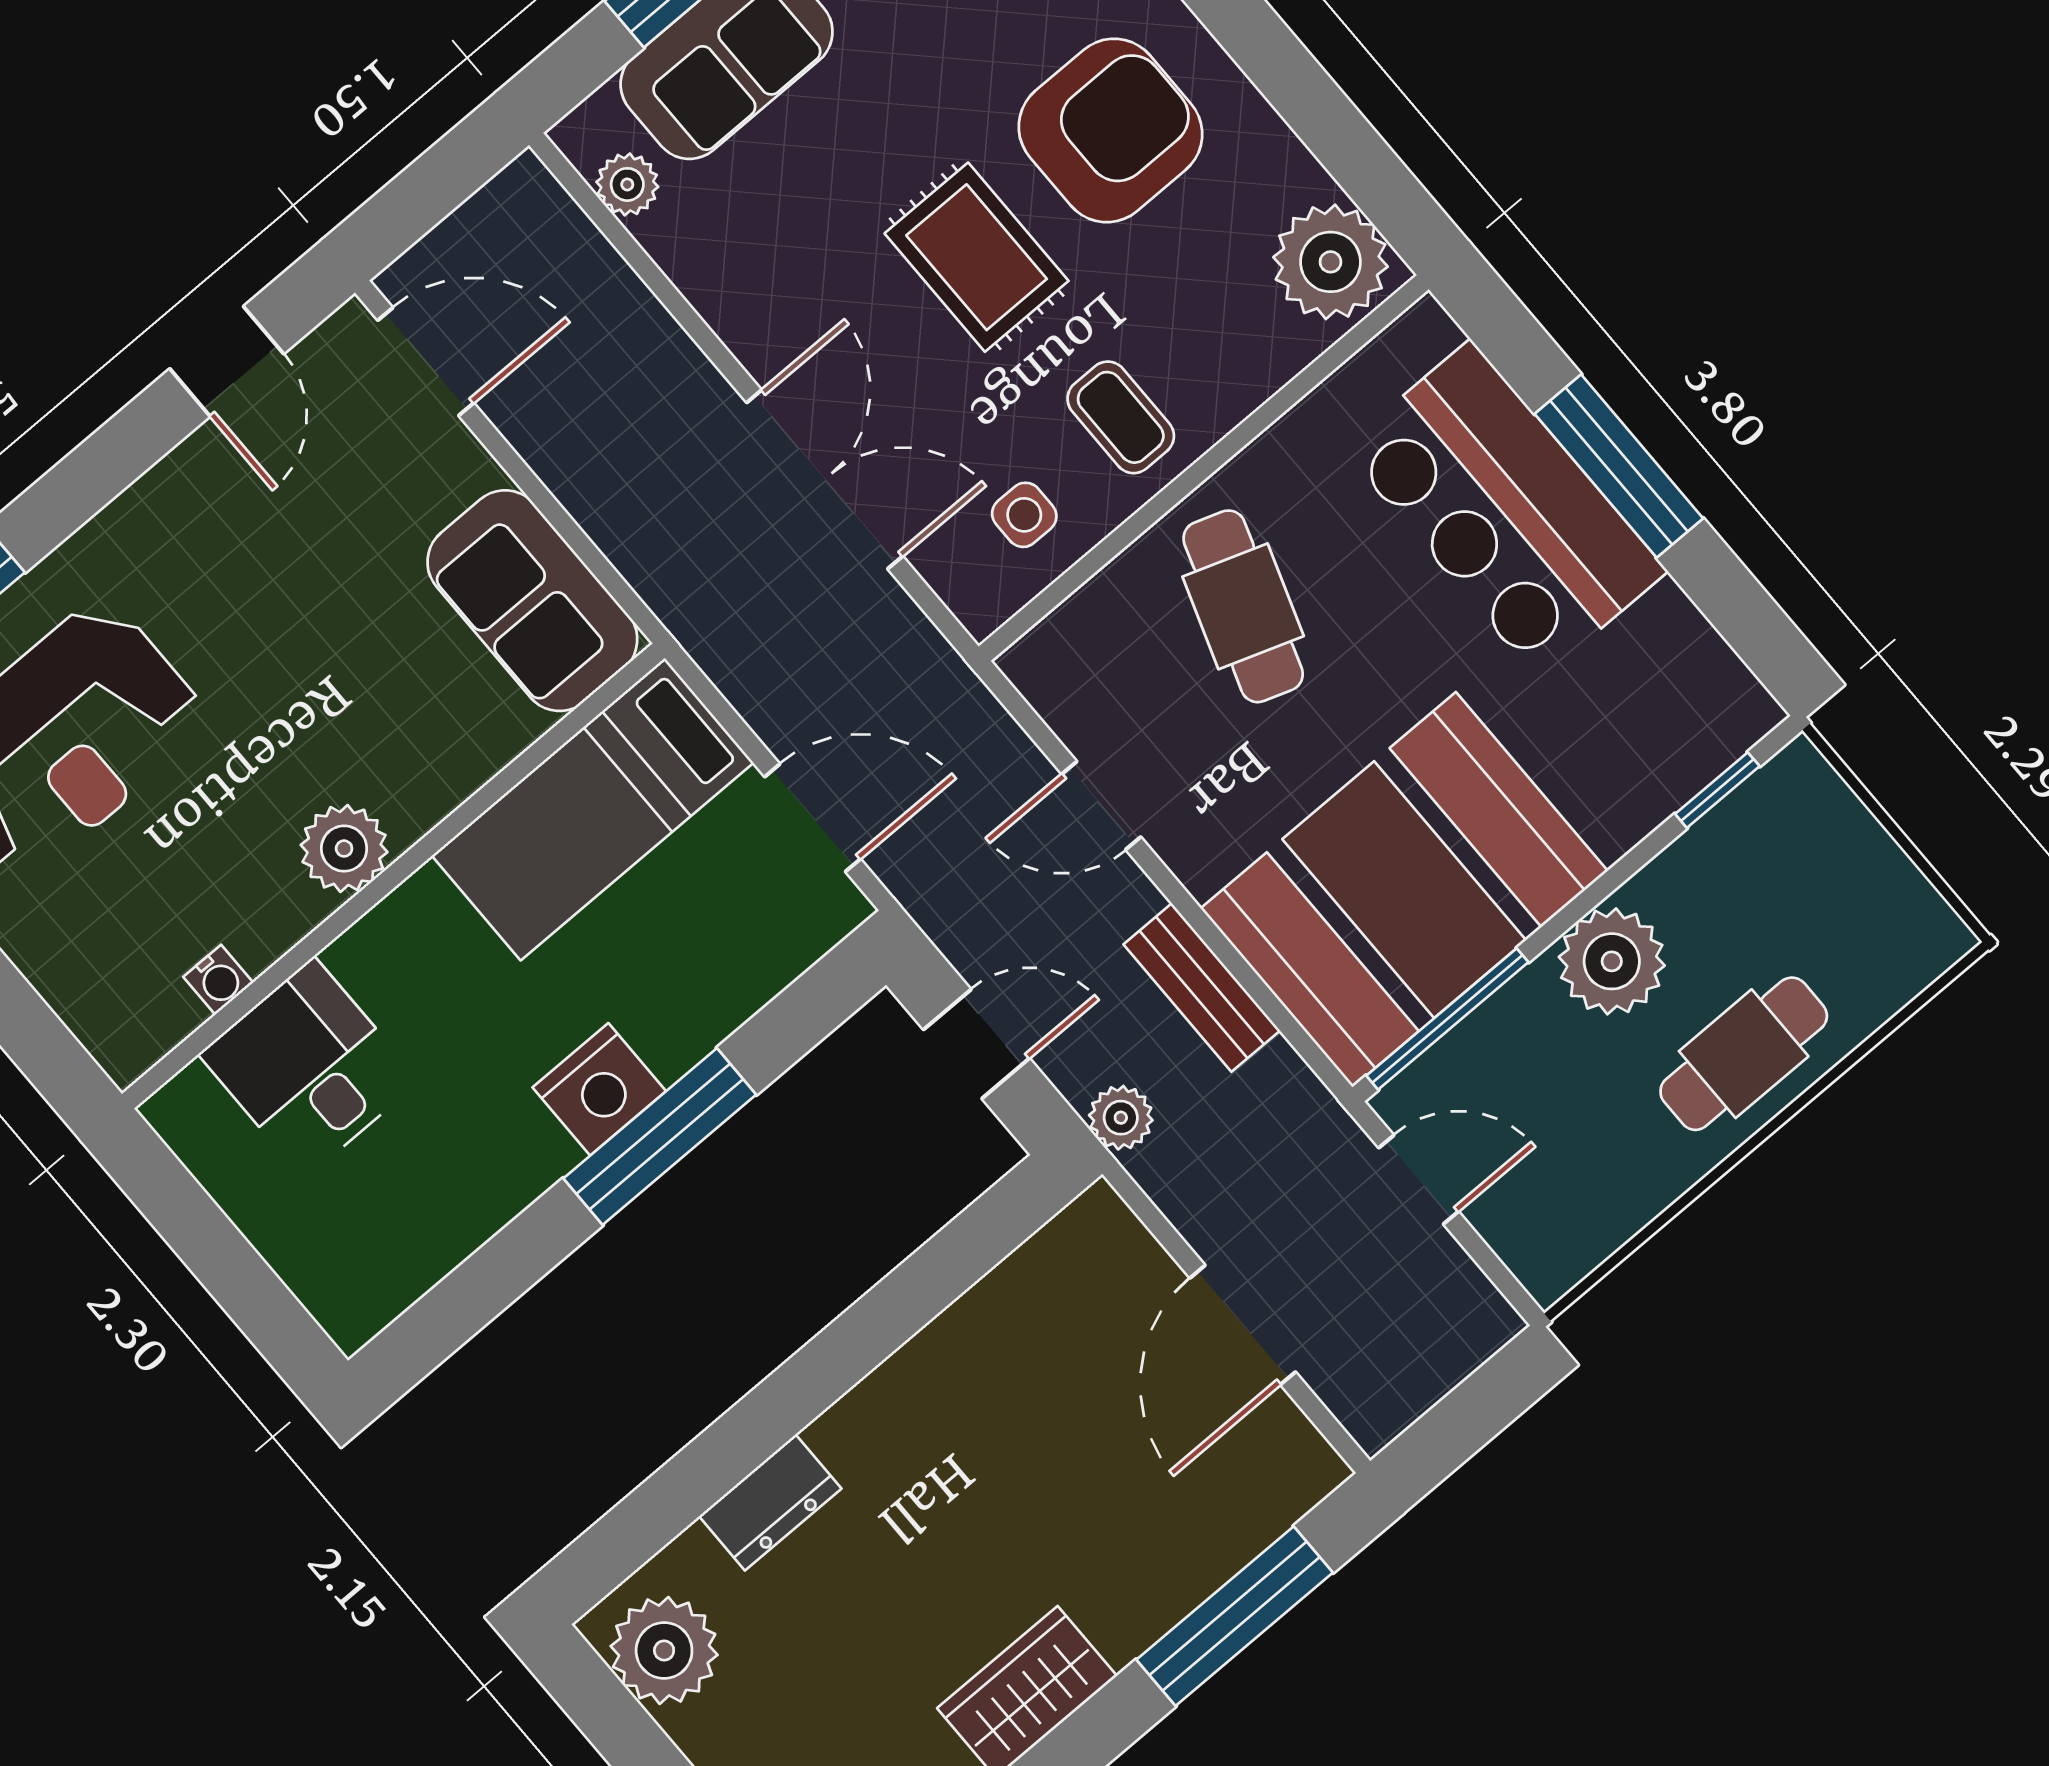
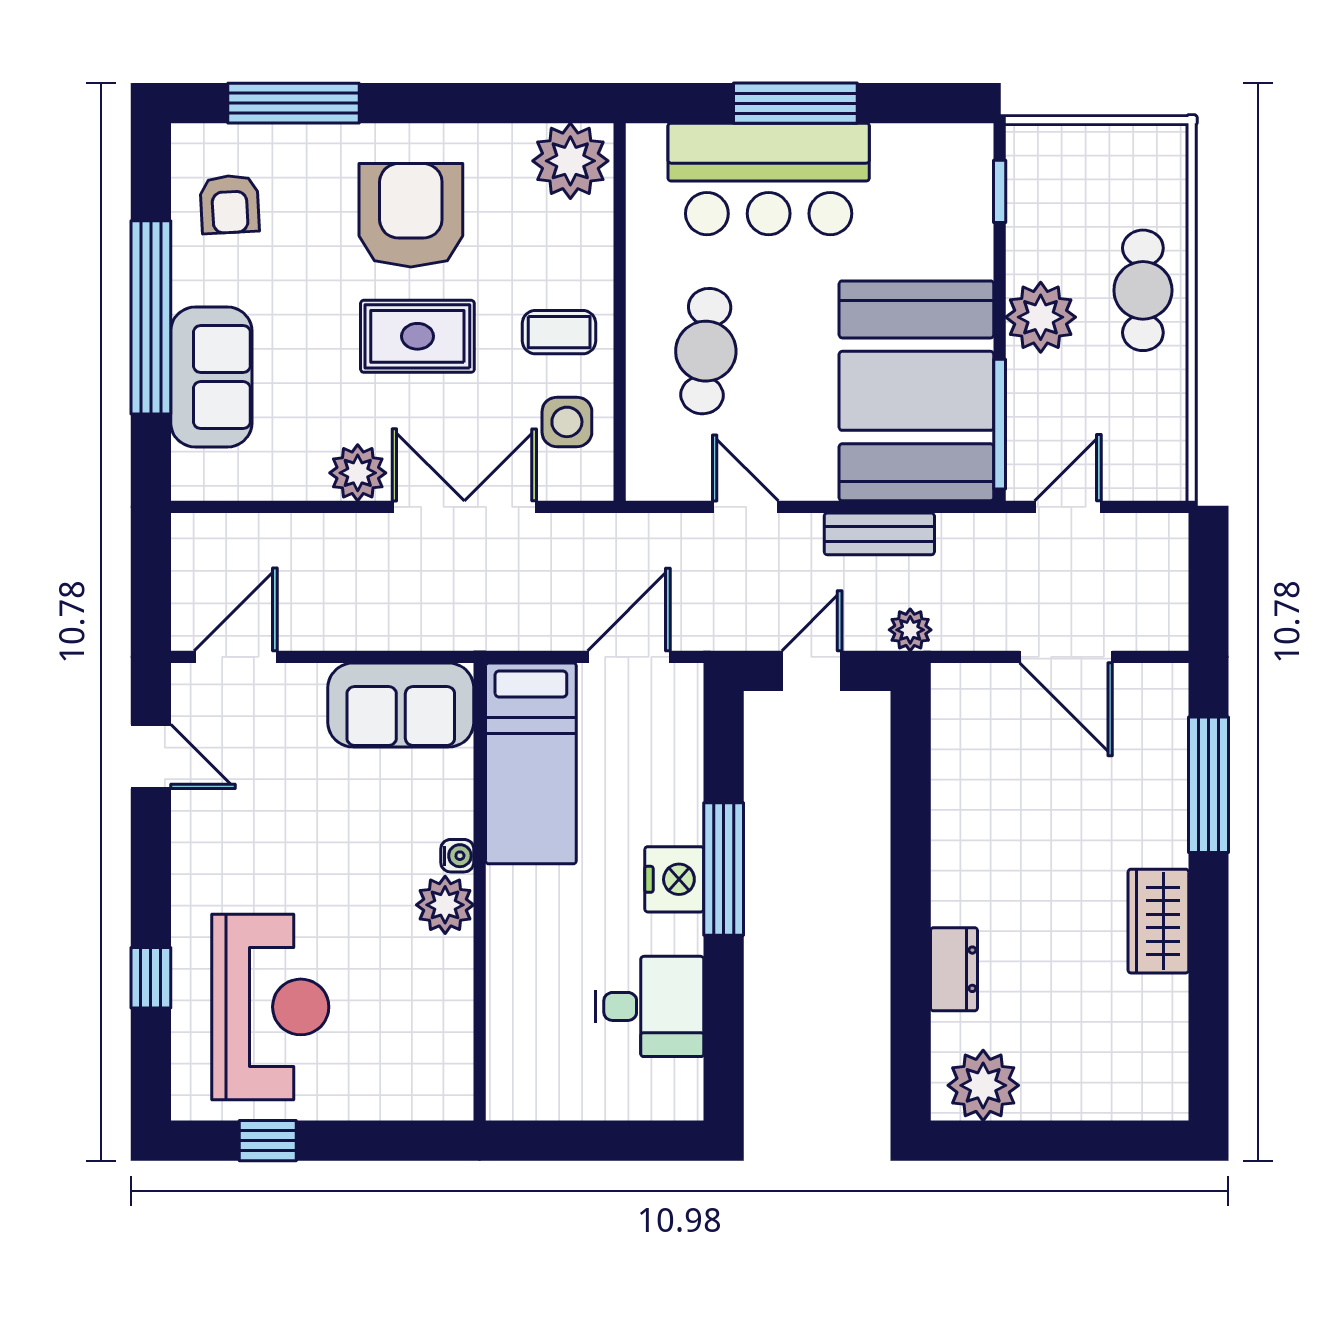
plant: (627, 184) -> (358, 473), moved, width x1.38, depth x1.38
side table: (1024, 515) -> (567, 422), width x1.37, depth x1.37
cafe table: (1243, 606) -> (706, 351), turned 76
door: (1101, 805) -> (745, 507), swing flipped
water cooler: (218, 980) -> (457, 856), moved
desk: (309, 1068) -> (649, 1006), moved, turned 180

